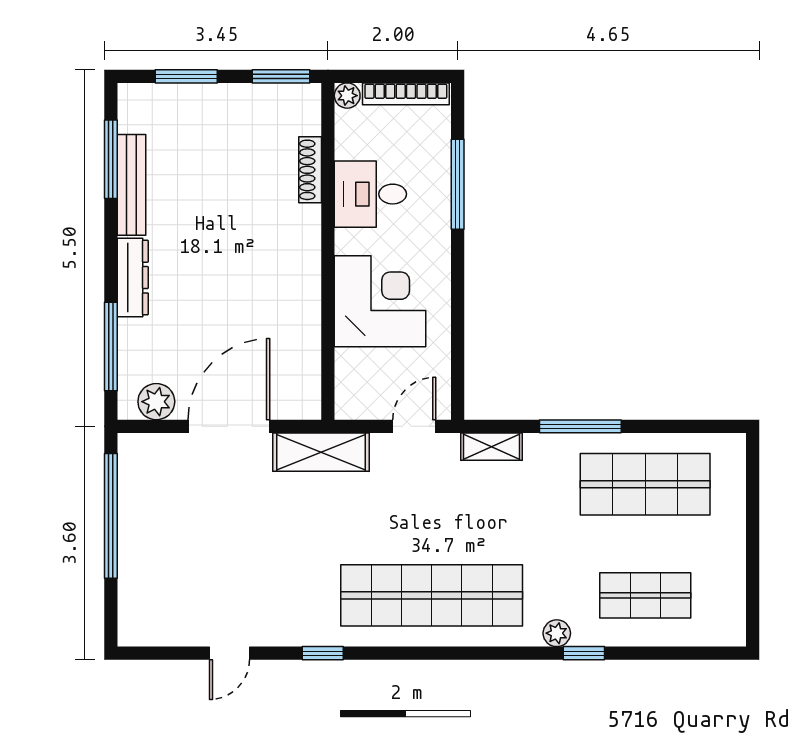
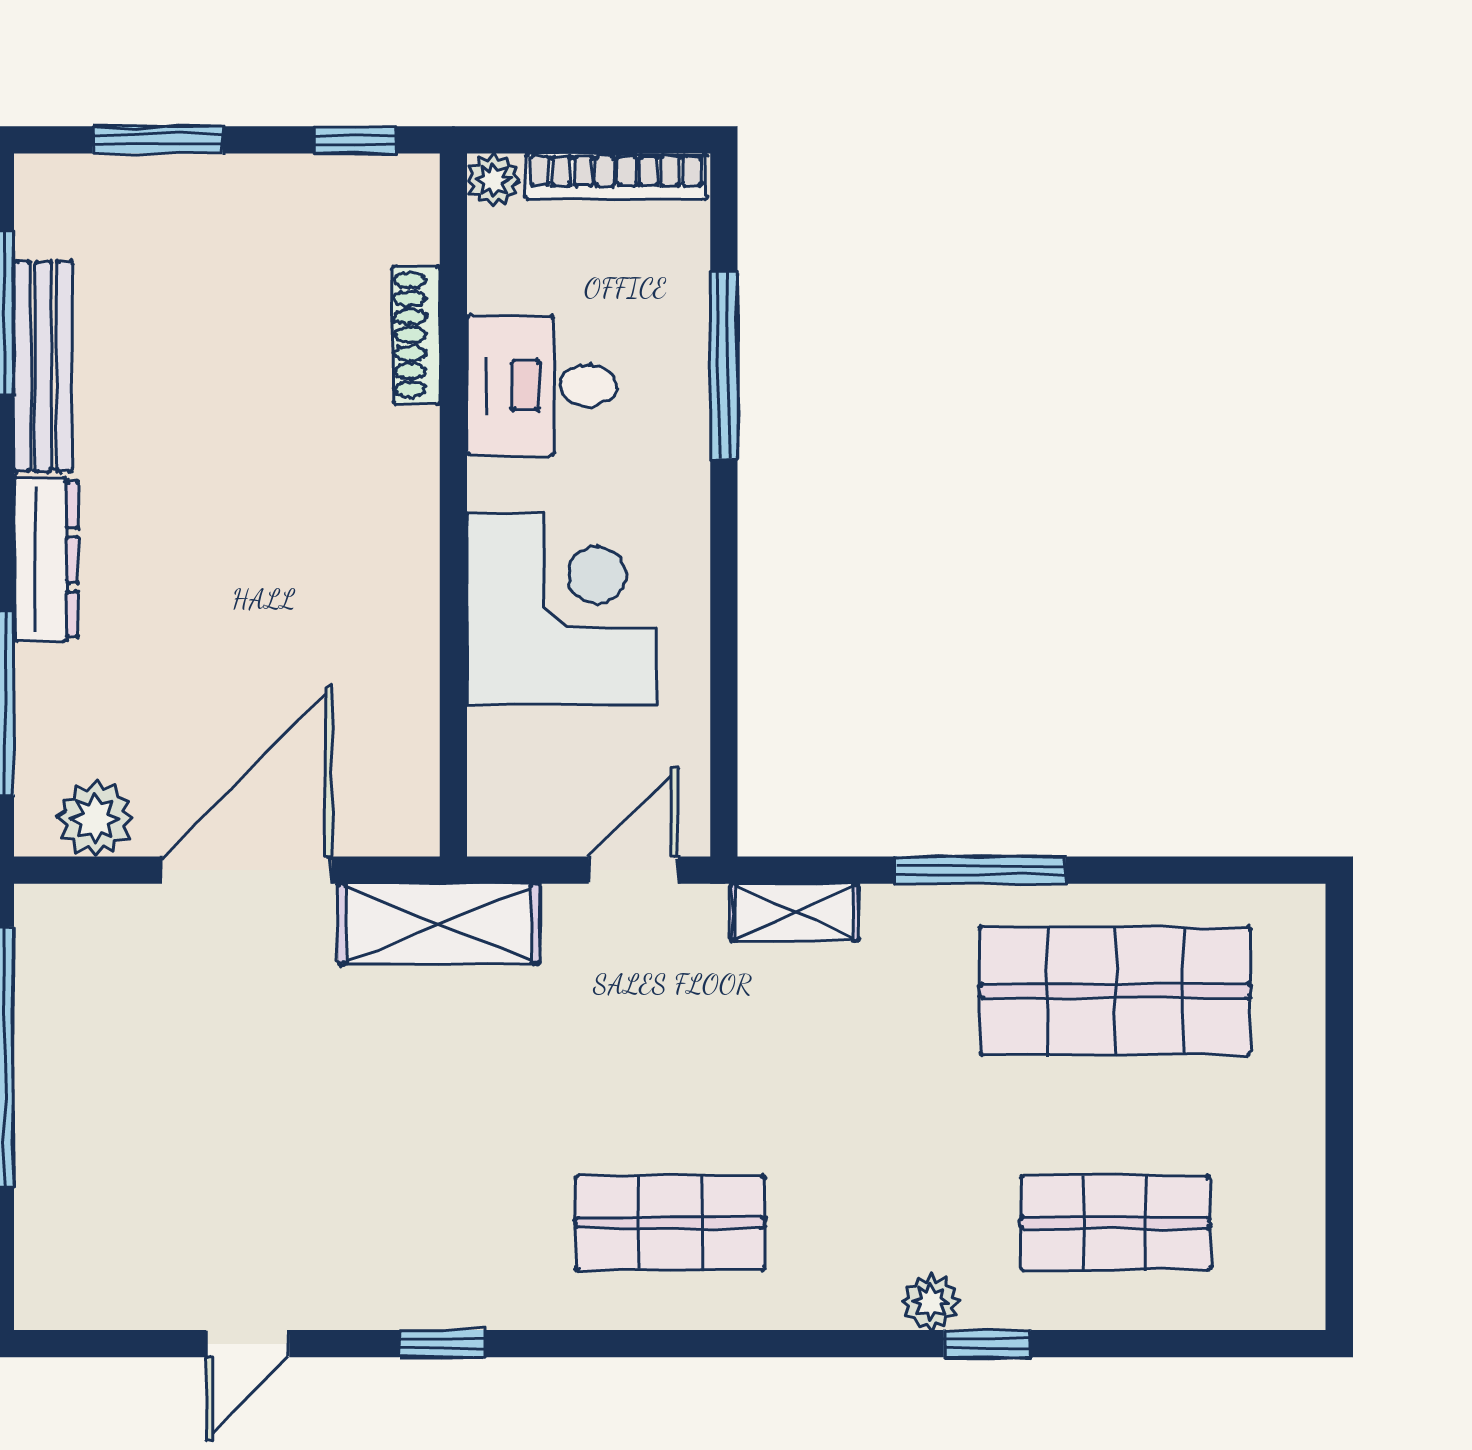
window: (281, 76) -> (355, 140), width x0.67
shop shelf: (432, 595) -> (670, 1223), width x0.50, depth x0.74

